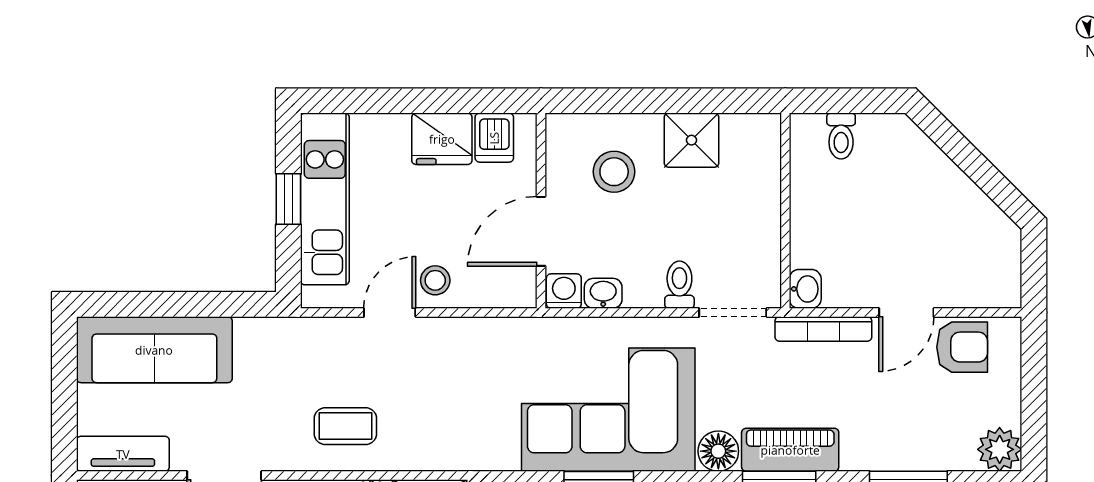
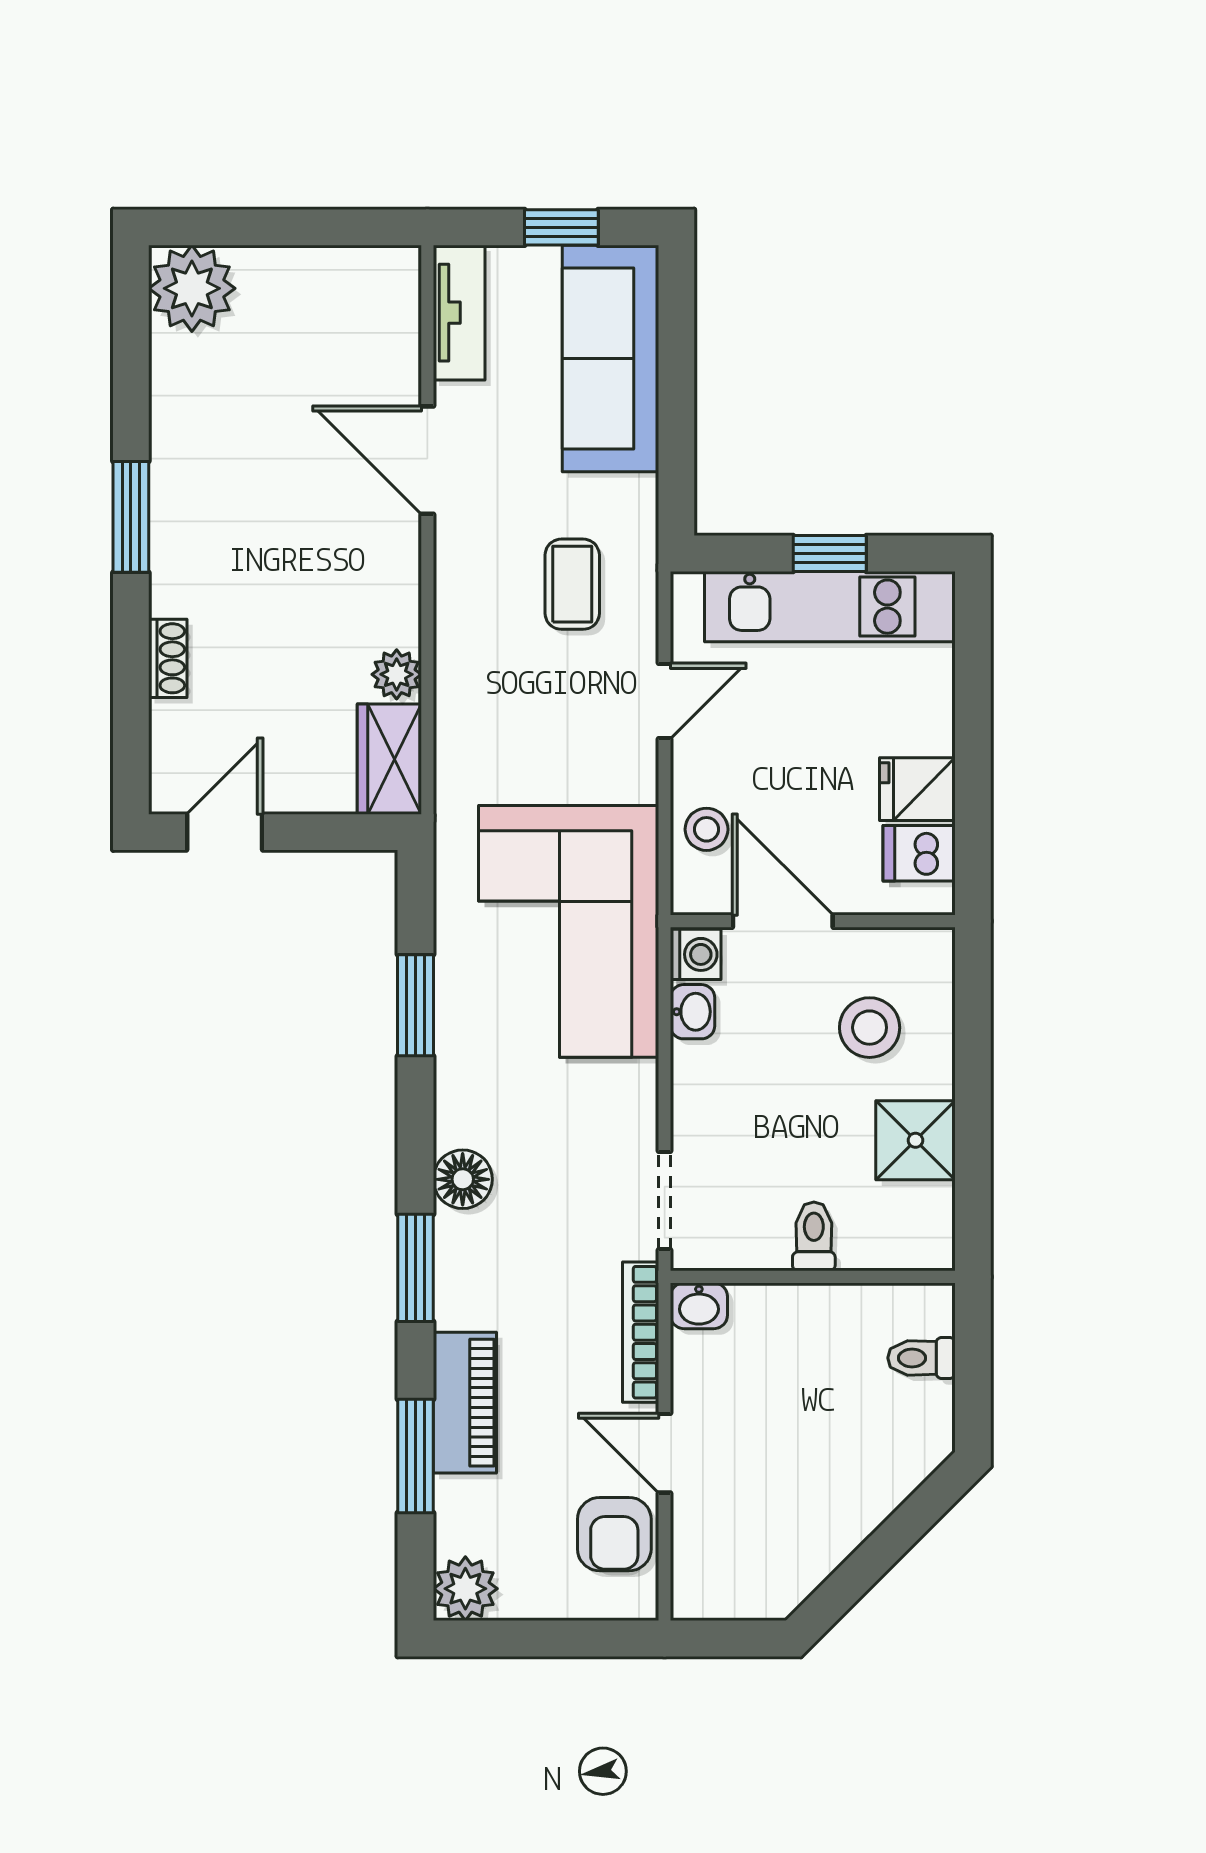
fridge: (442, 139) -> (917, 789), width x0.72
stool: (435, 280) -> (707, 829), moved
toilet: (679, 285) -> (814, 1236), moved, turned -90
door: (390, 313) -> (665, 701), hinge flipped
window: (64, 383) -> (561, 227), added
corner sofa: (608, 410) -> (569, 931), moved, turned 180
coffee table: (345, 426) -> (572, 584), moved
piano: (790, 450) -> (465, 1403), moved

